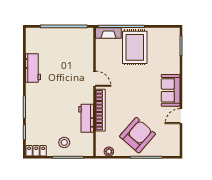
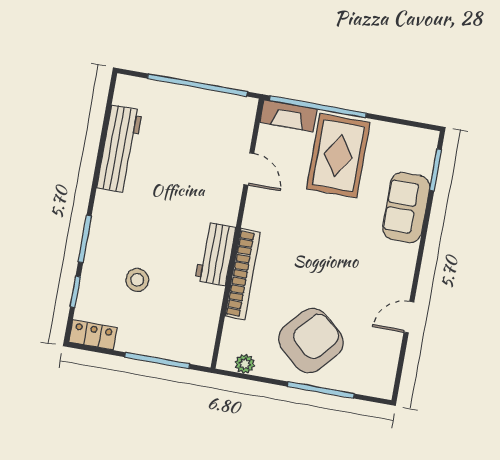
workbench: (33, 68) -> (120, 149), width x1.38
door: (94, 79) -> (249, 169), moved
sofa: (171, 90) -> (406, 207), moved
workbench: (86, 118) -> (215, 254), moved
stool: (64, 142) -> (137, 280), moved

